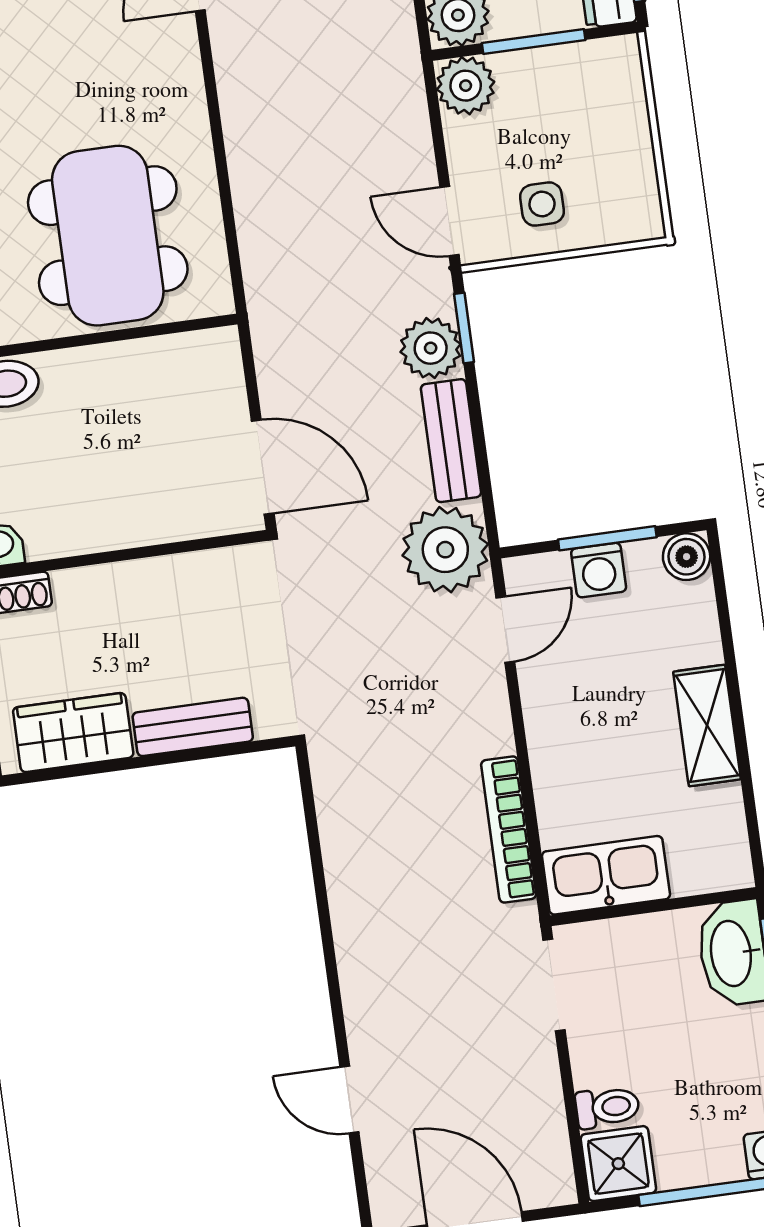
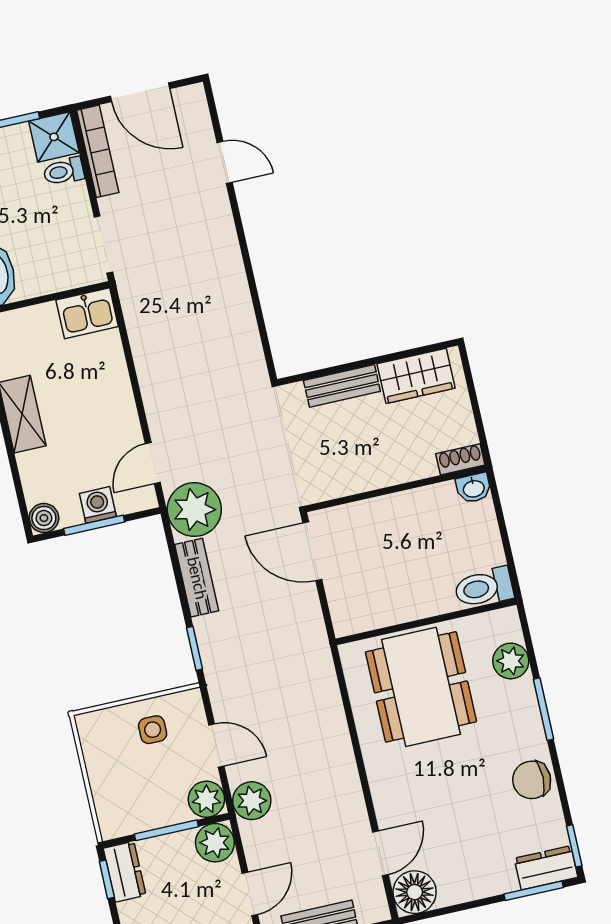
door: (449, 221) -> (216, 745), moved
plant: (431, 348) -> (252, 801), moved
bookcase: (509, 829) -> (98, 151), moved
kitchen sink: (606, 875) -> (87, 313), width x0.73

